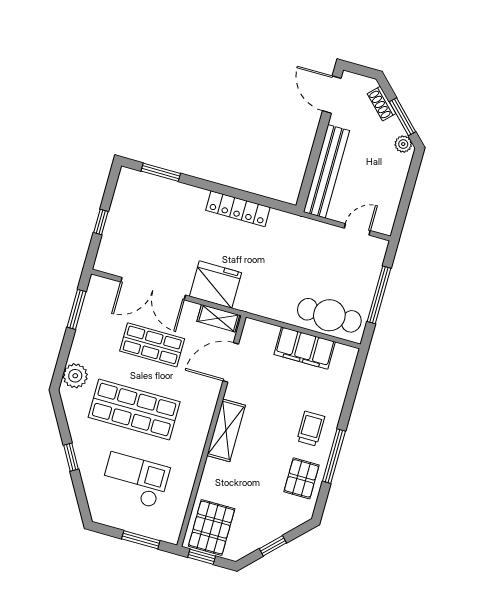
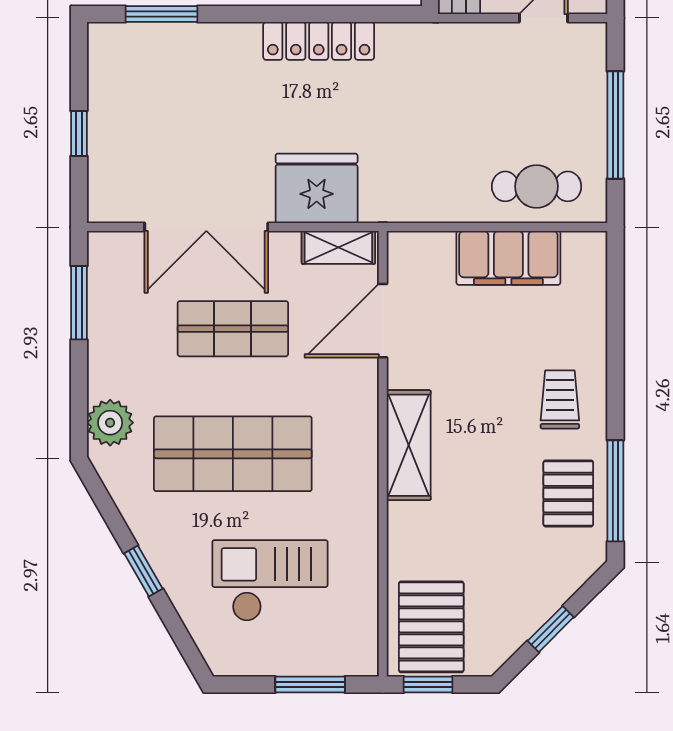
cafe table: (329, 315) -> (537, 186), width x0.73, depth x0.74
window: (334, 456) -> (615, 491), moved

